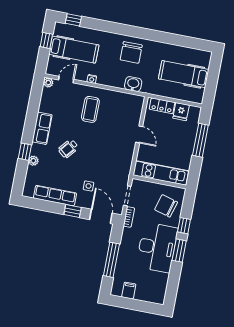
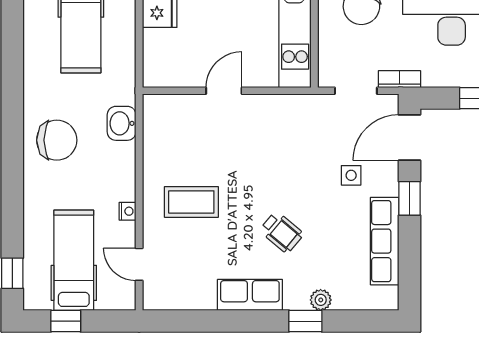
plant: (48, 83) -> (153, 300), removed
locker: (162, 106) -> (155, 55), removed

